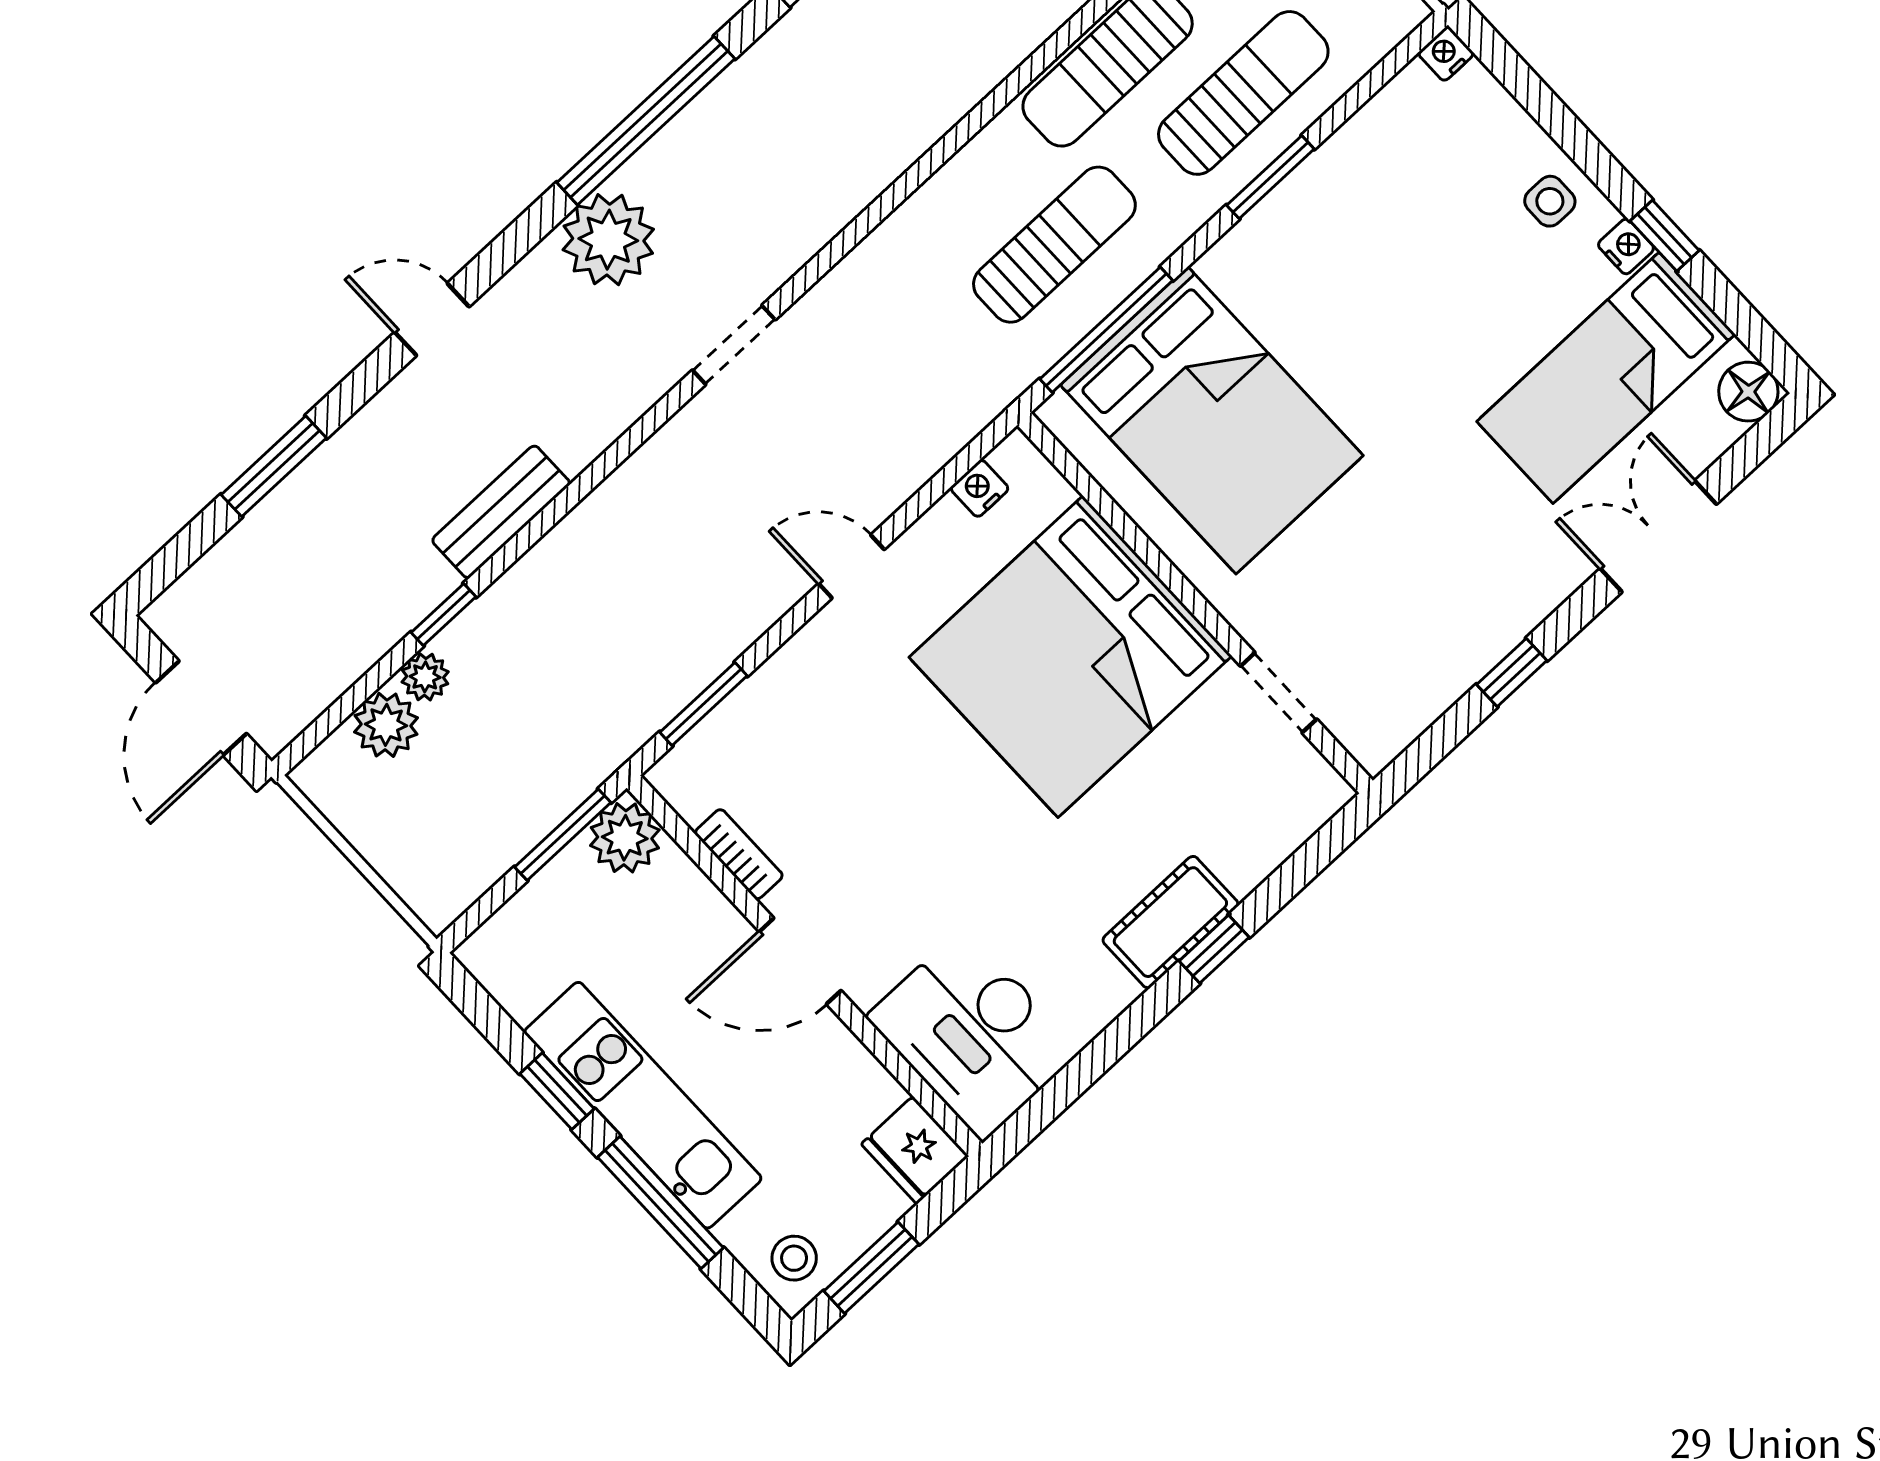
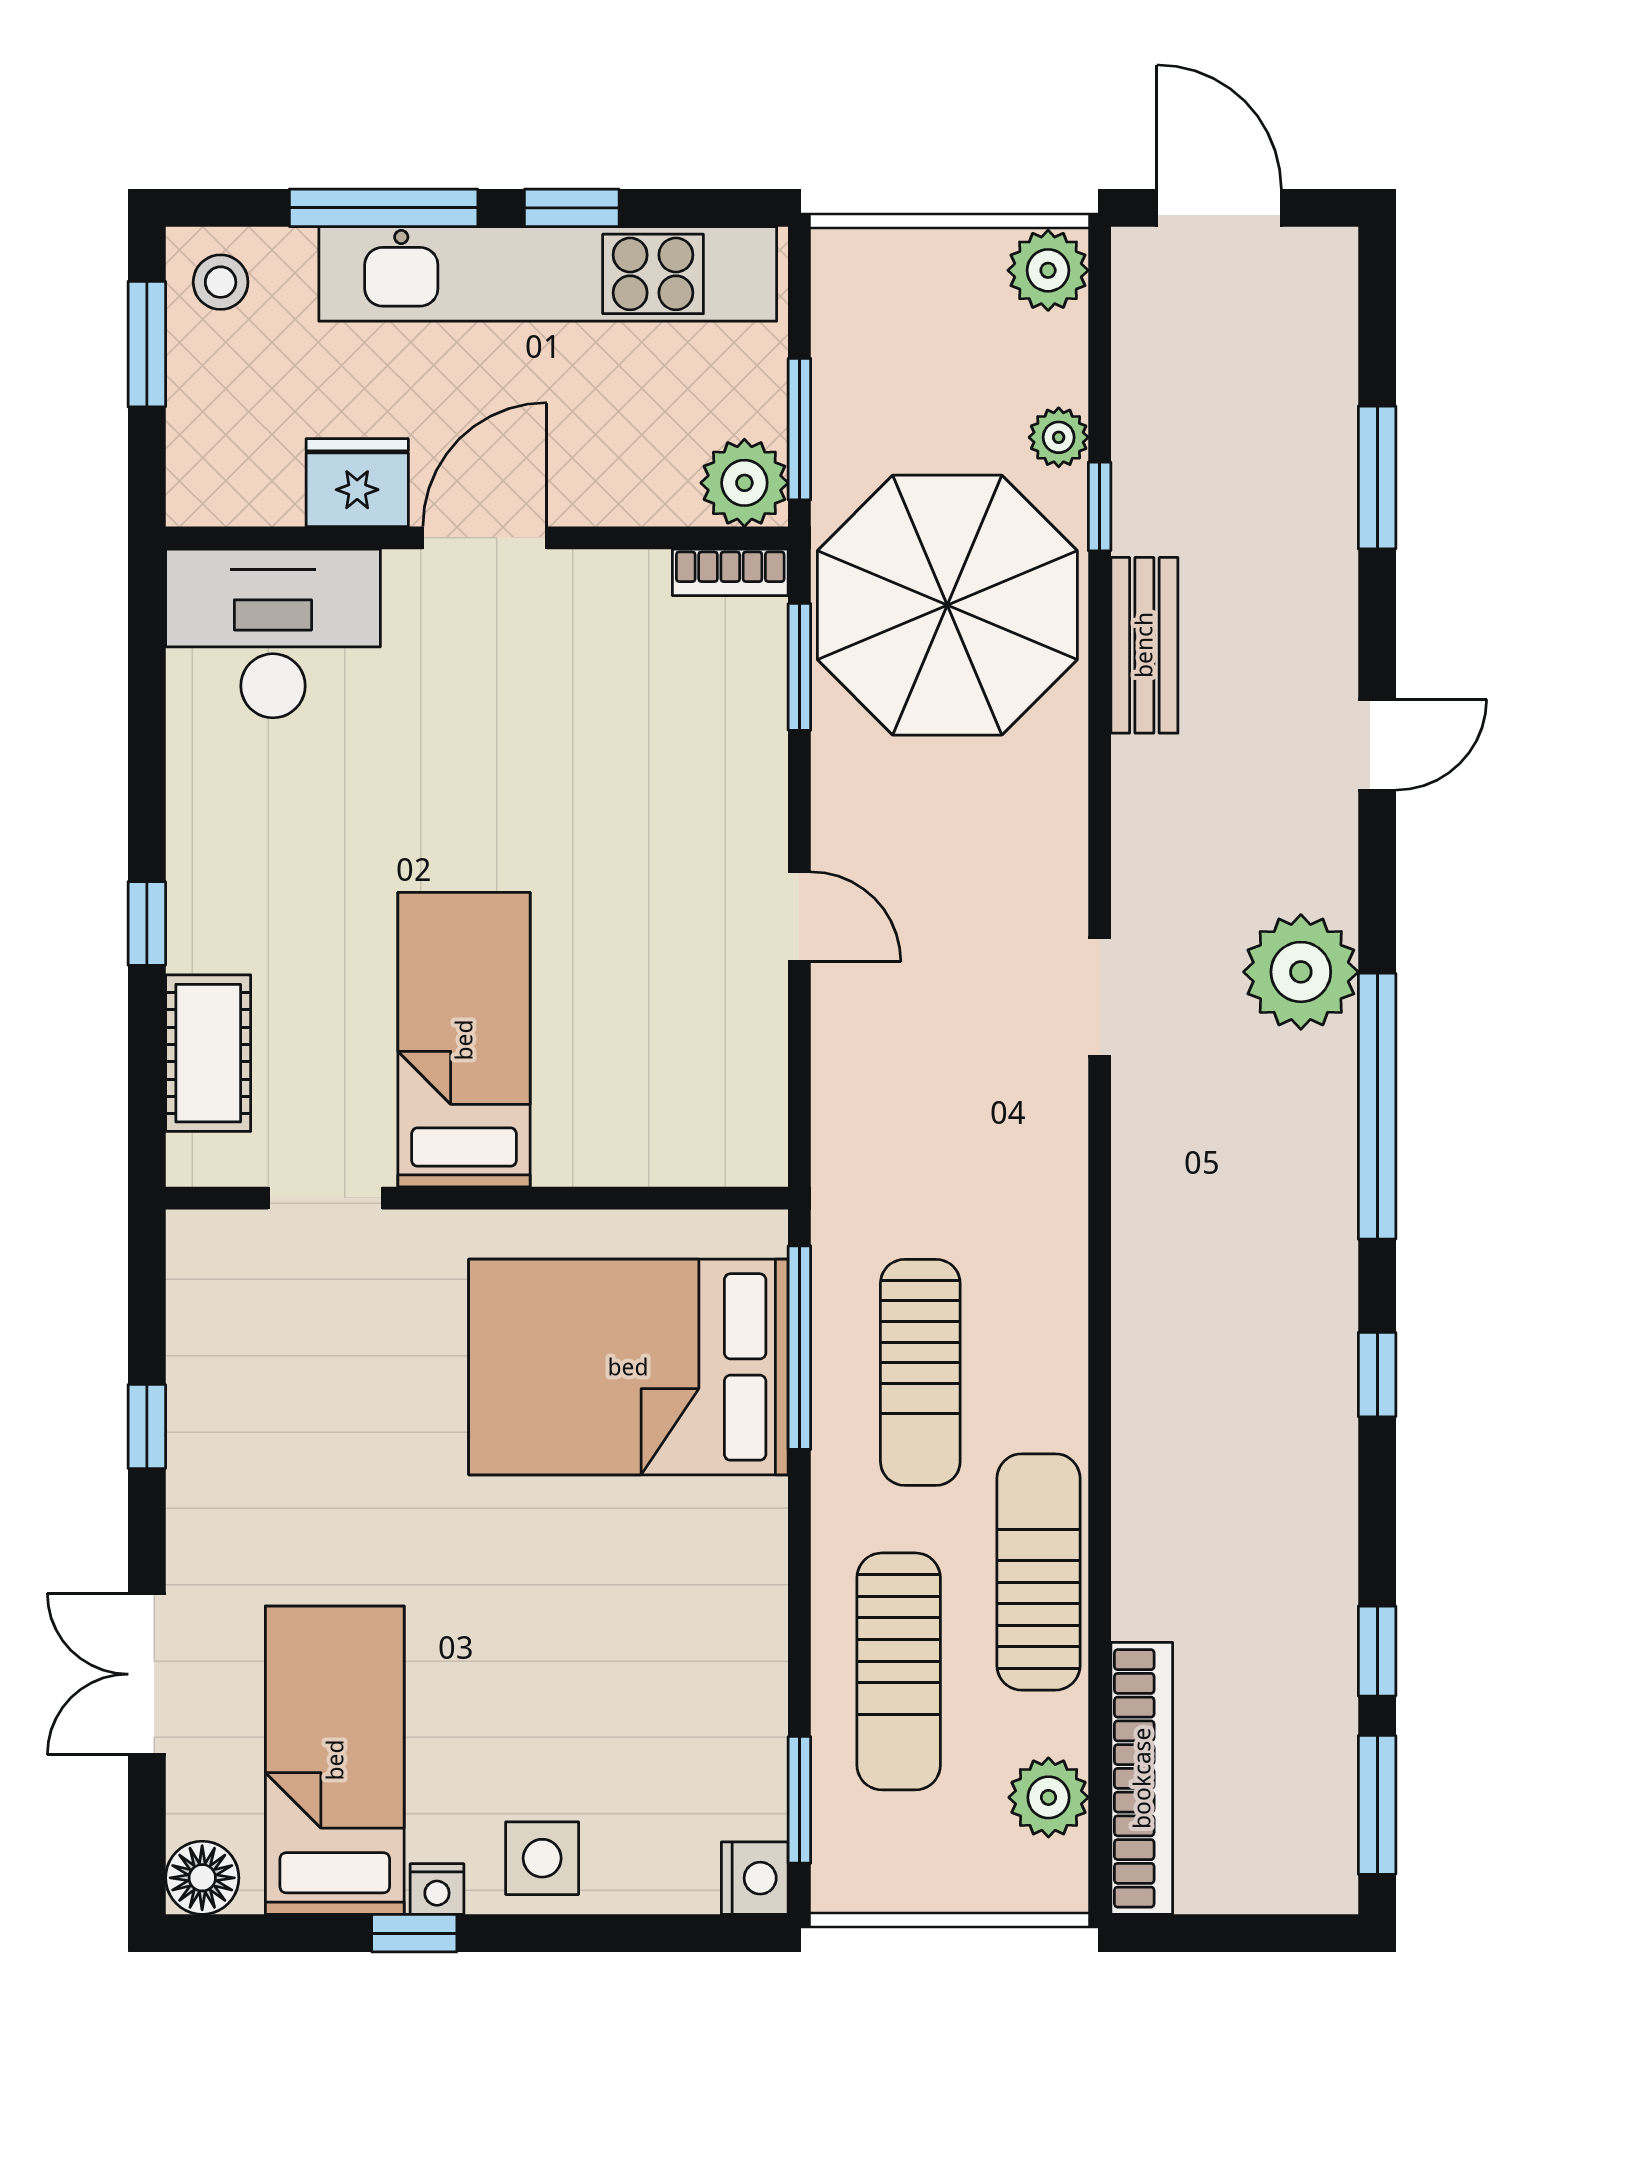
nightstand: (1446, 54) -> (755, 1878), width x1.39, depth x1.35
window: (1270, 177) -> (799, 1800), moved
side table: (1550, 201) -> (542, 1858), width x1.37, depth x1.37
nightstand: (980, 488) -> (762, 1099), removed
double door: (1658, 536) -> (147, 1674), swing flipped
door: (851, 567) -> (799, 917), hinge flipped
parasol: (586, 651) -> (947, 605), added
bed: (1070, 657) -> (464, 1040), width x0.49
plant: (386, 725) -> (1048, 270), moved
bookcase: (739, 854) -> (730, 572), moved
cot: (1170, 922) -> (208, 1053), moved
kitchen unit: (643, 1105) -> (548, 274), width x1.36
fridge: (915, 1150) -> (357, 483), moved

